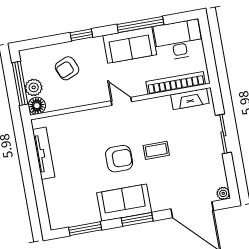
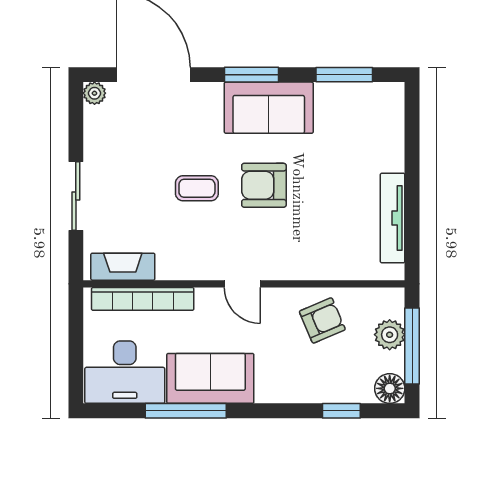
window: (81, 35) -> (341, 411), moved
armchair: (67, 68) -> (322, 320), moved
floor lamp: (37, 106) -> (390, 388), moved

